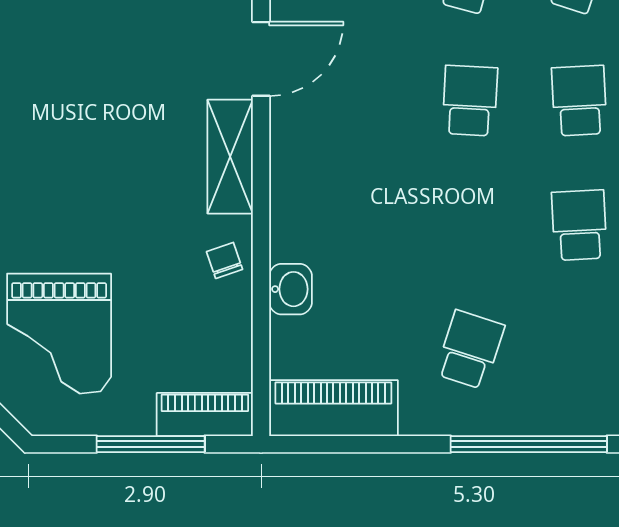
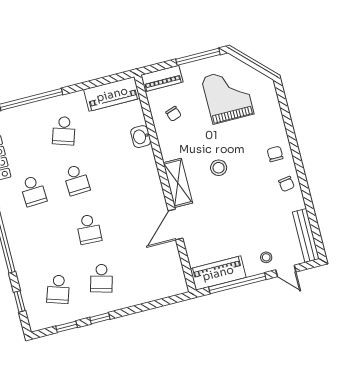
school desk: (579, 101) -> (76, 180), moved
stool: (124, 168) -> (219, 168), added
chair: (225, 260) -> (174, 114), moved
window: (151, 444) -> (198, 57), moved

